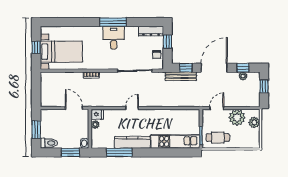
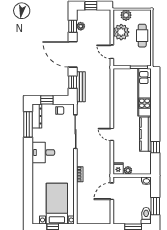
window: (113, 22) -> (28, 124), moved
cafe table: (218, 138) -> (142, 36), moved
window: (70, 152) -> (155, 206), moved
window: (119, 152) -> (155, 147), width x0.46

